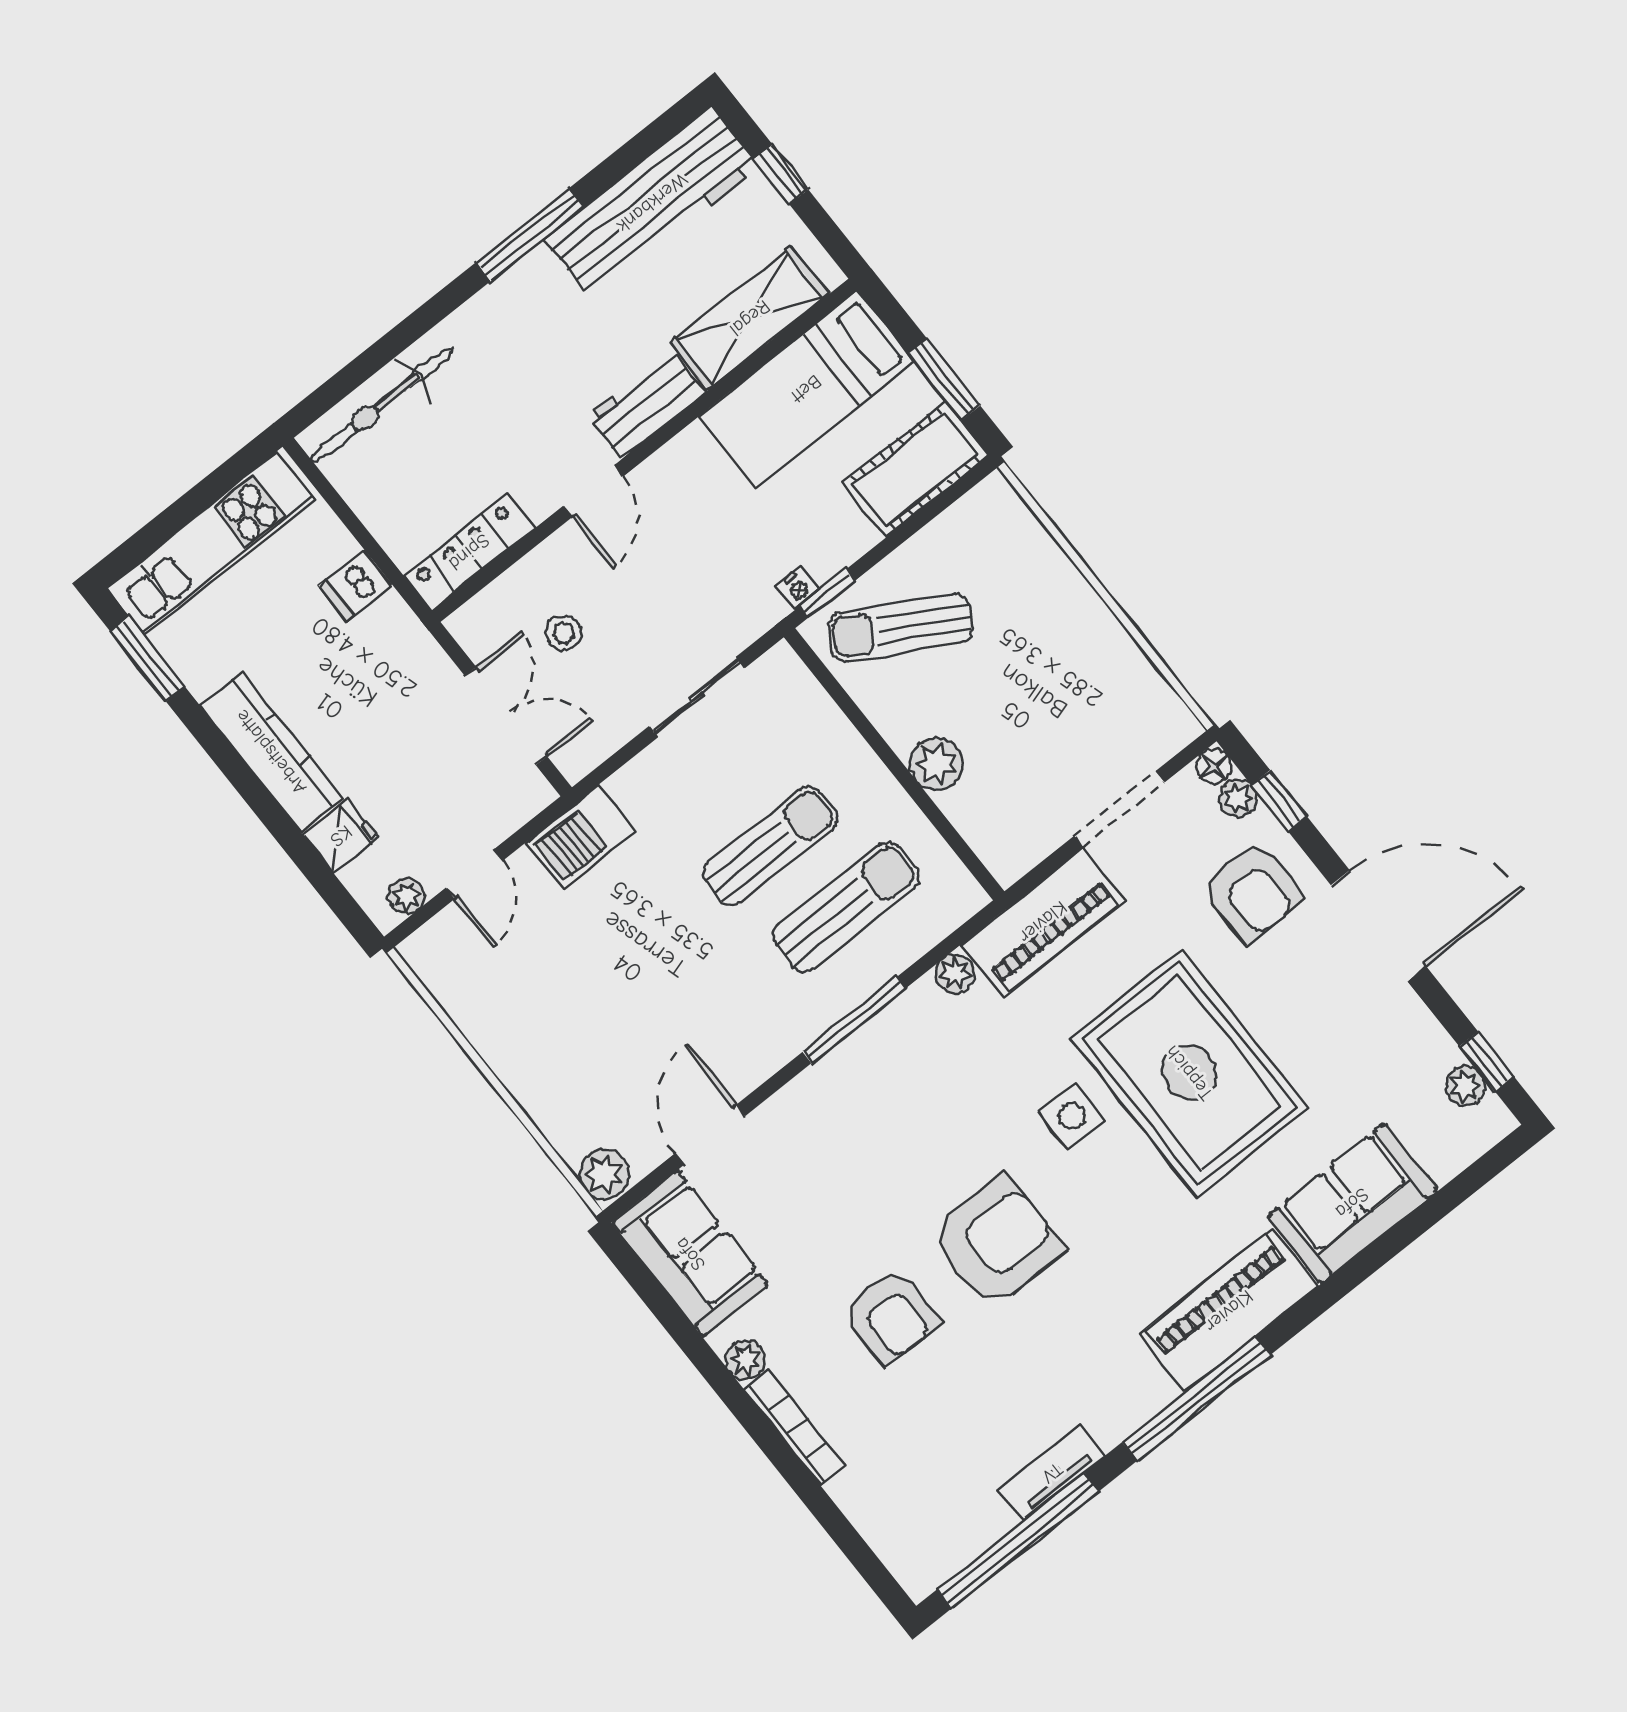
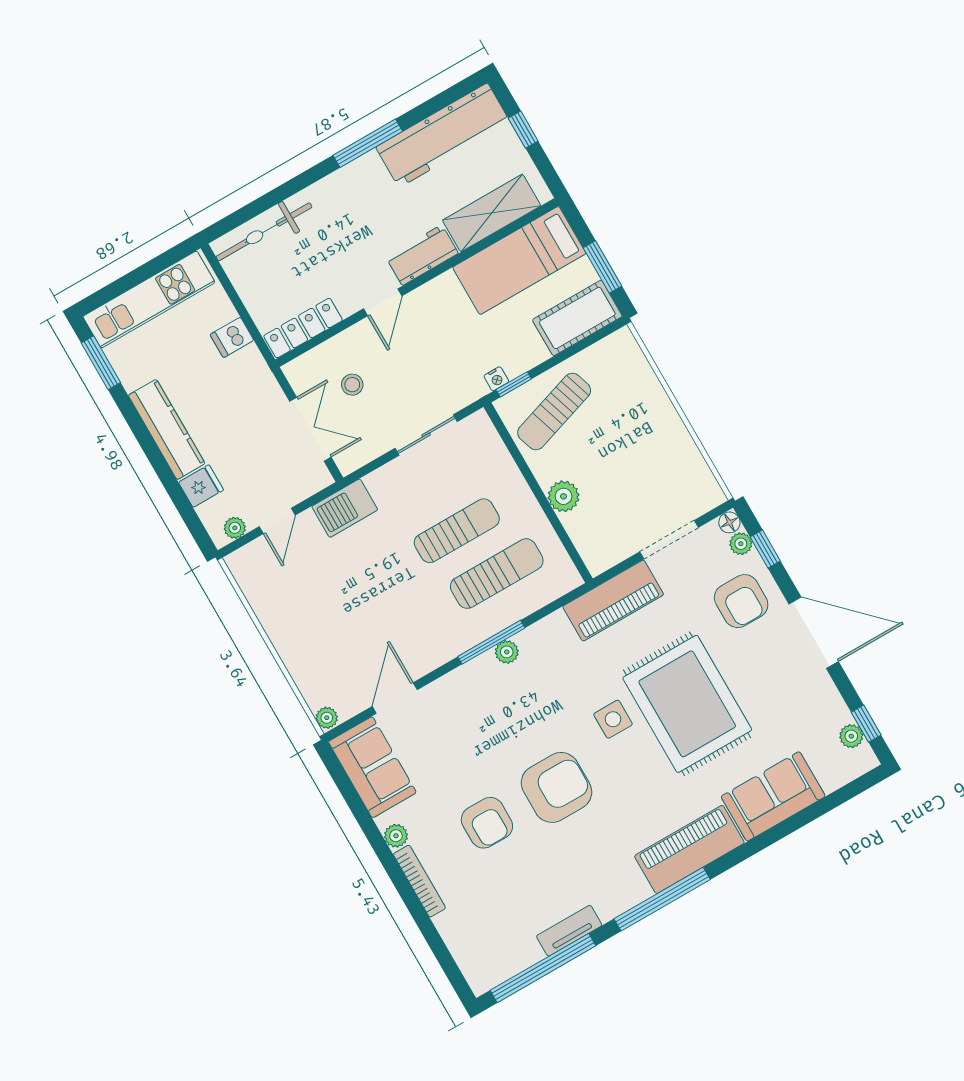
sun lounger: (900, 628) -> (554, 411), turned -47
plant: (955, 974) -> (507, 652), moved
plant: (604, 1174) -> (327, 718), width x0.73, depth x0.73

